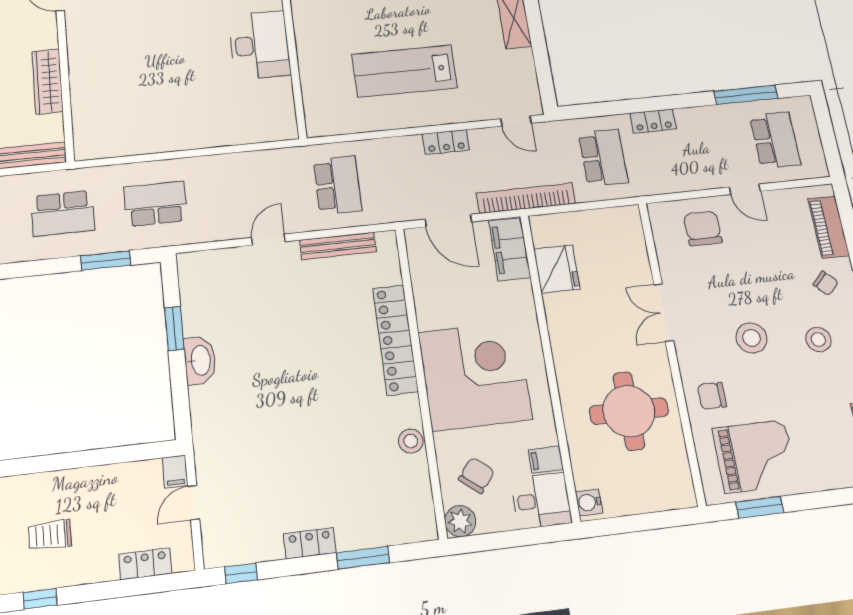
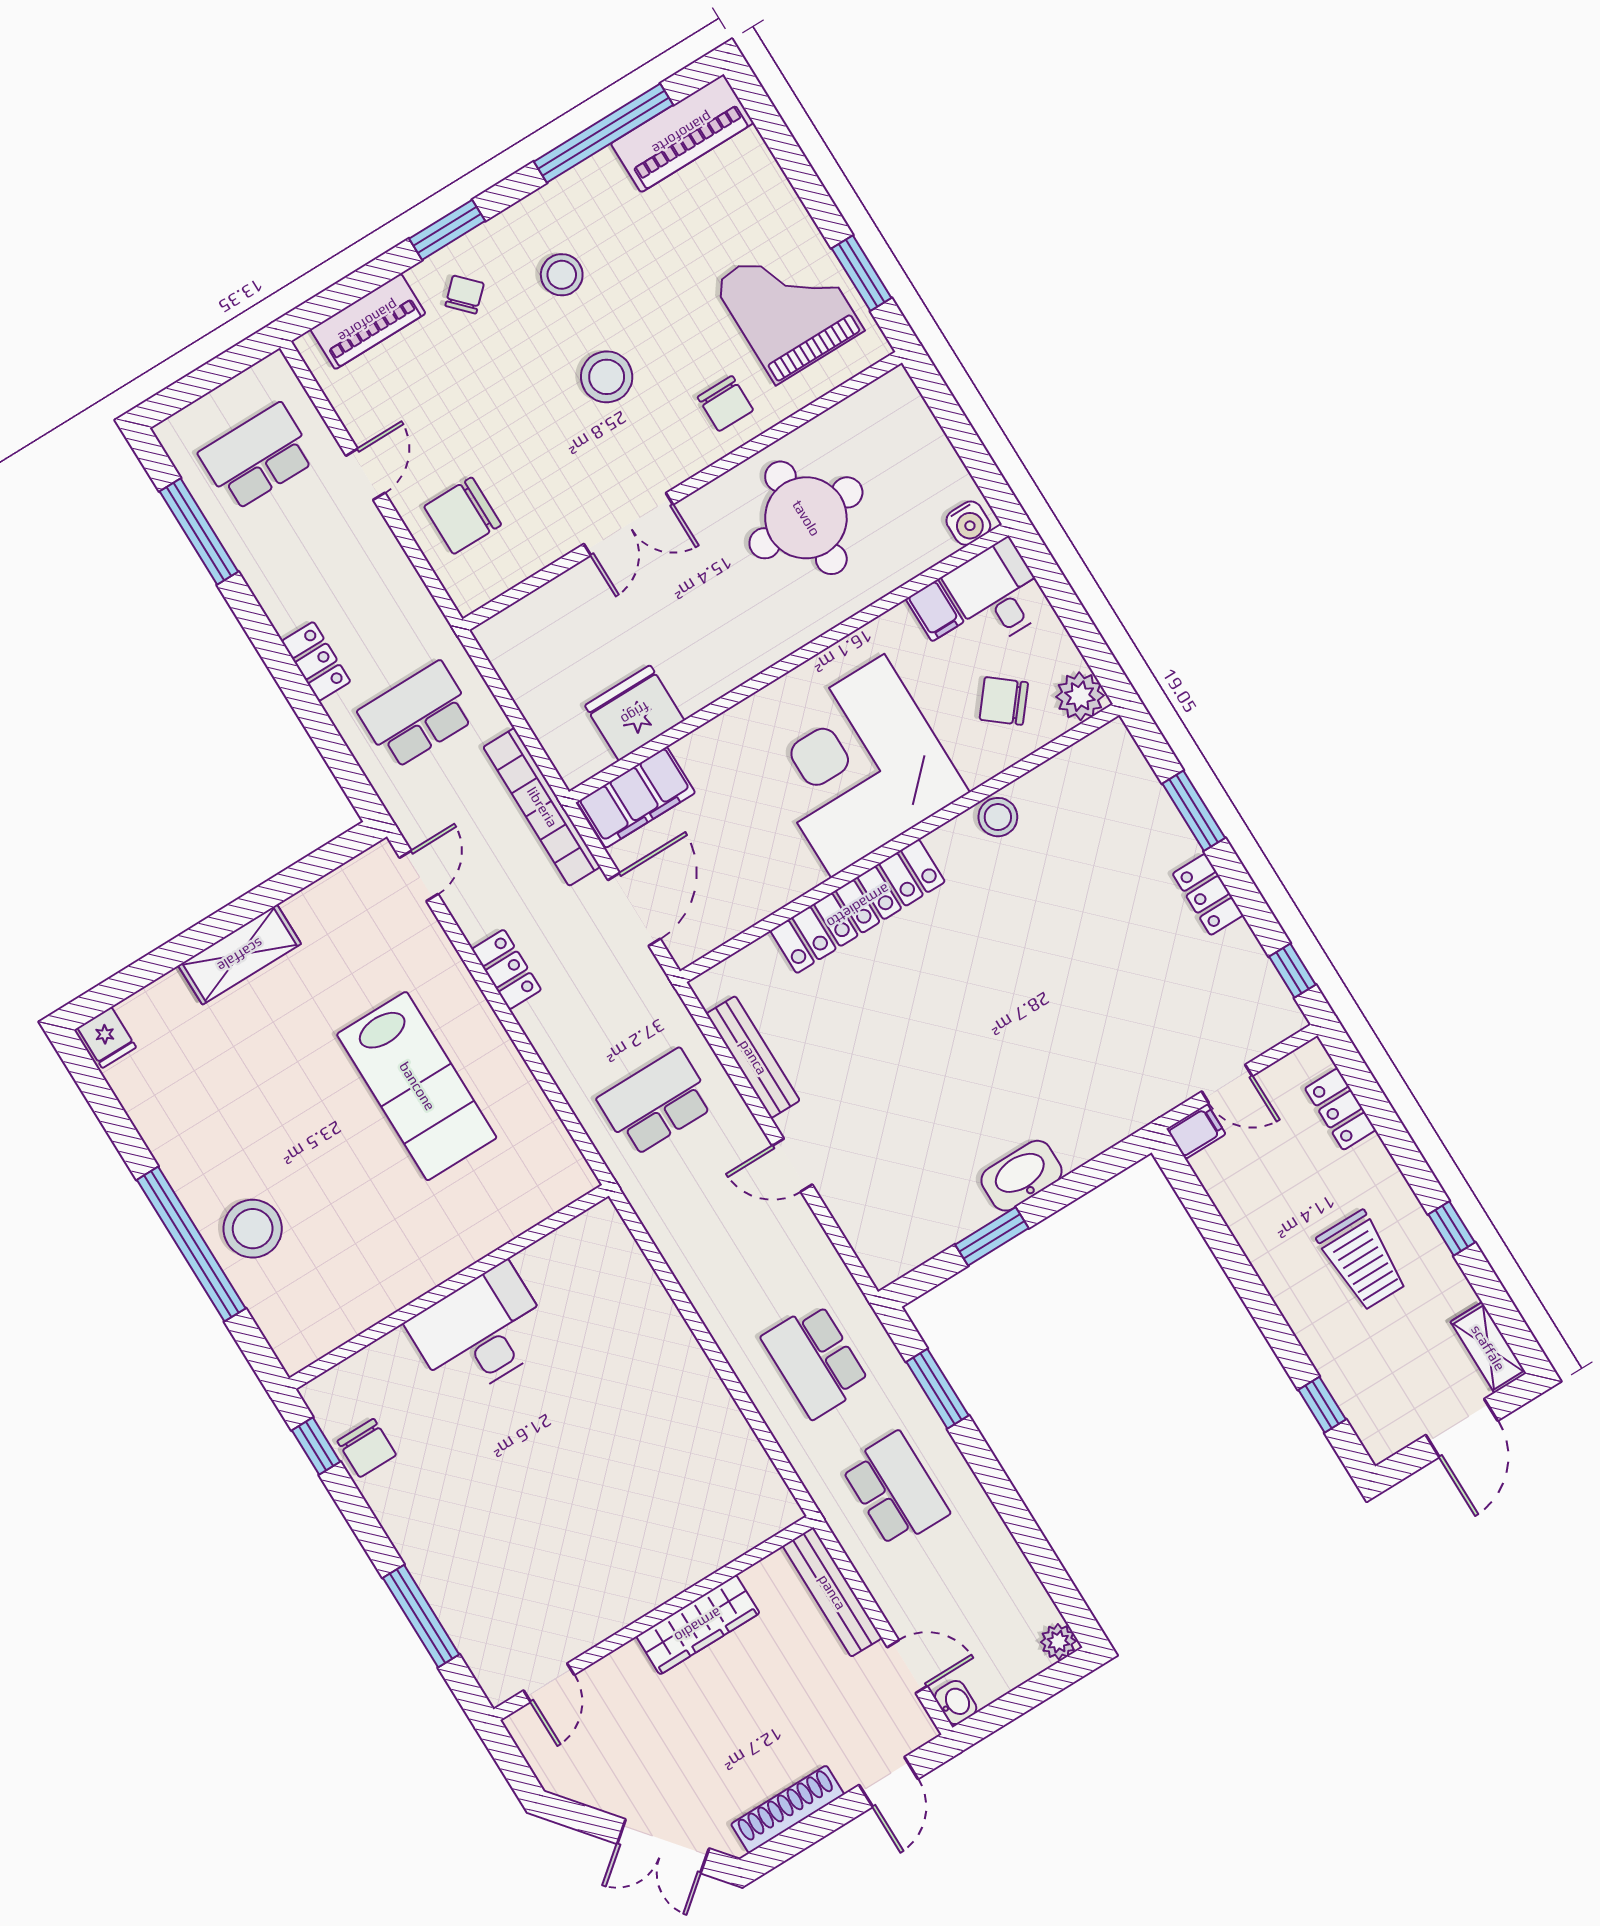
trolley: (50, 535) -> (1362, 1260), width x1.36, depth x1.39

